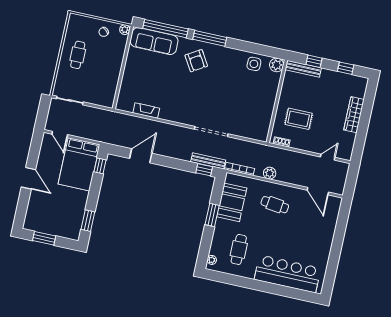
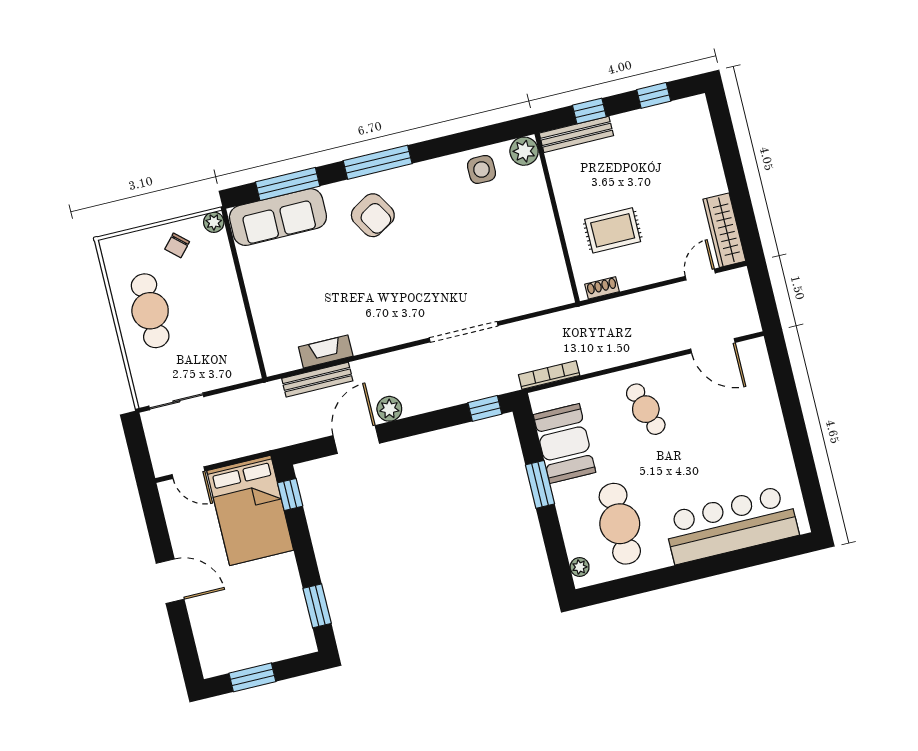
window: (166, 29) -> (288, 184), width x0.68
cafe table: (78, 55) -> (150, 311), width x1.37, depth x1.35
wardrobe: (354, 115) -> (724, 230), moved
bench: (208, 161) -> (317, 380), moved
plant: (270, 173) -> (389, 409), moved
cafe table: (275, 205) -> (646, 409), turned 65
cafe table: (239, 249) -> (620, 524), width x1.37, depth x1.35

